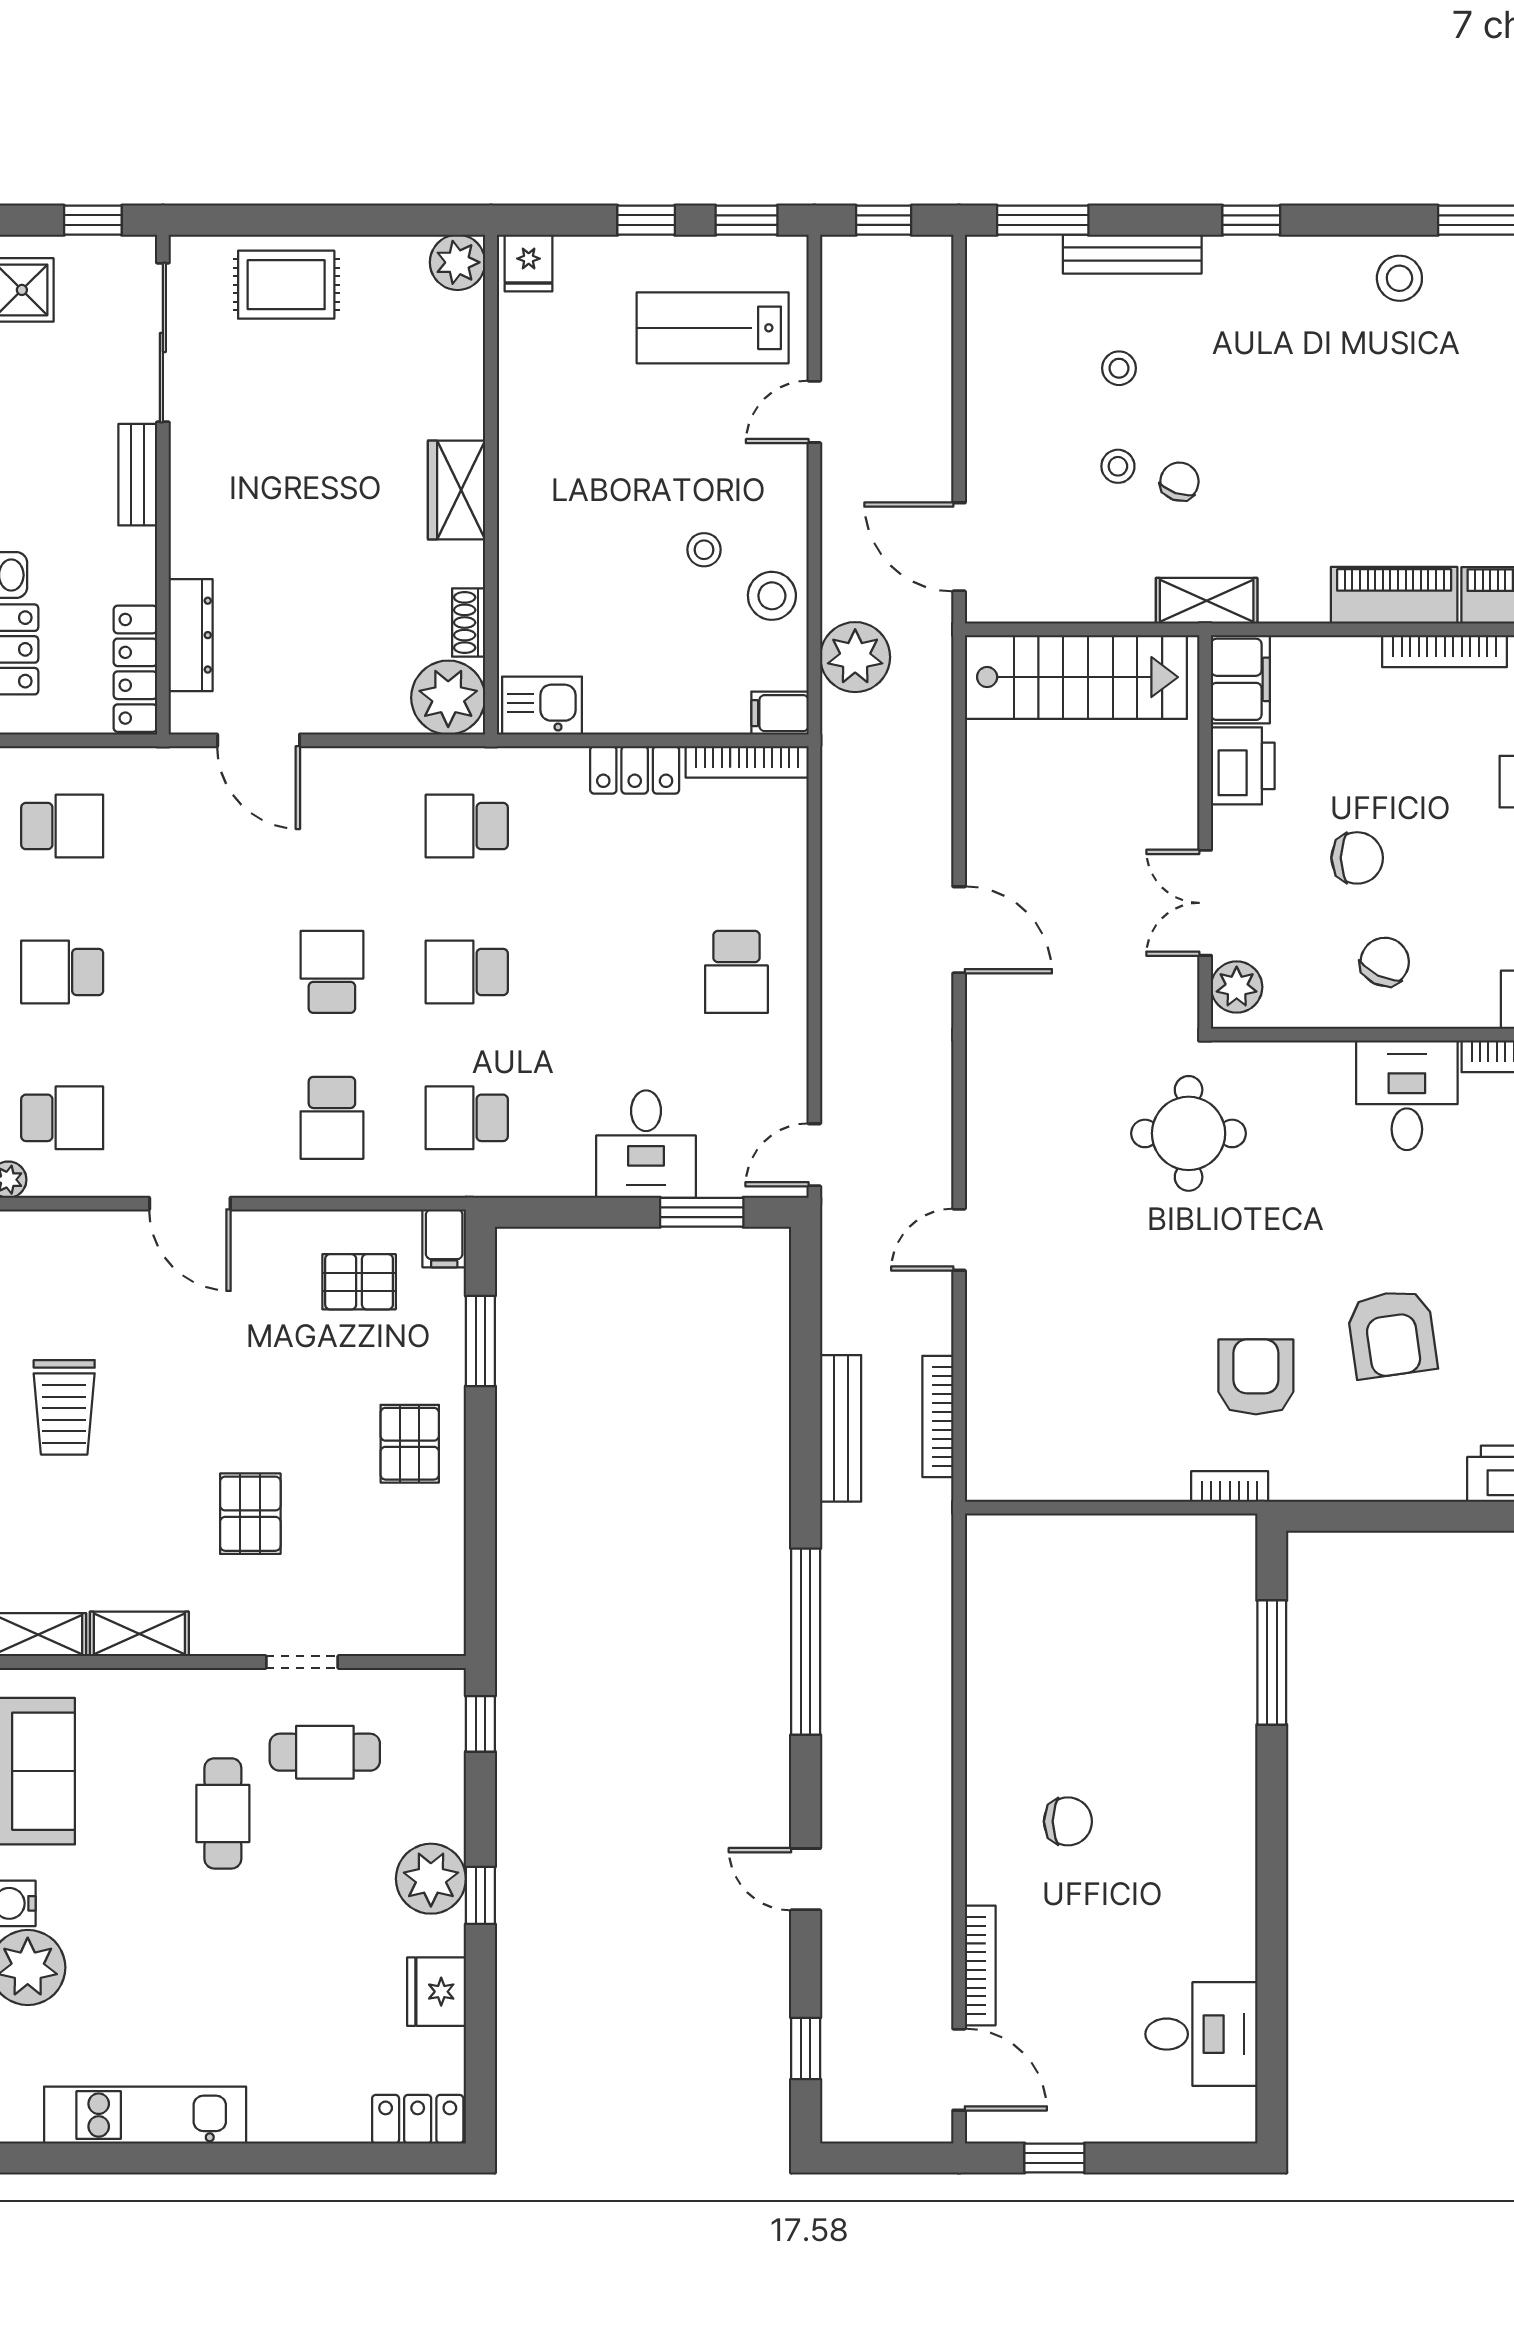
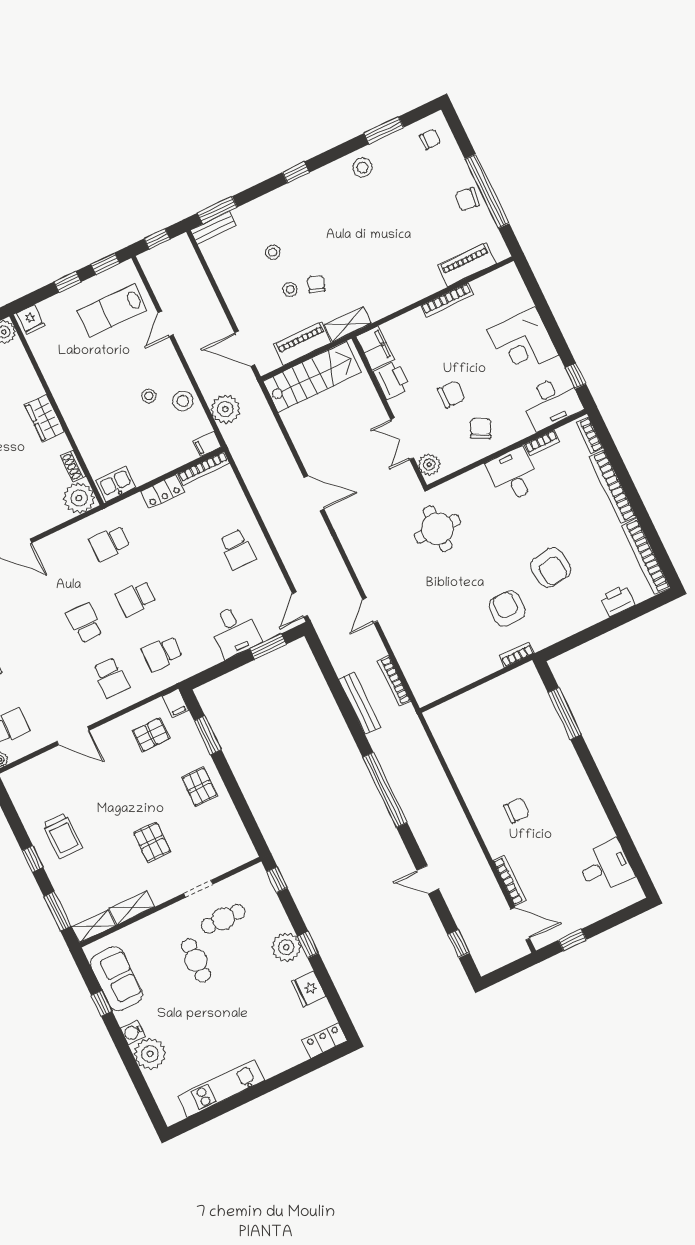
bench: (1132, 254) -> (213, 228), moved, width x0.73
piano: (1394, 595) -> (302, 343), moved

